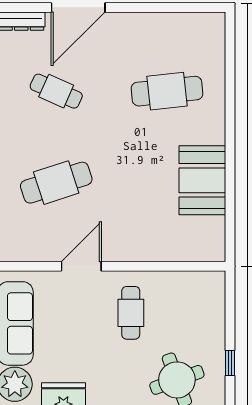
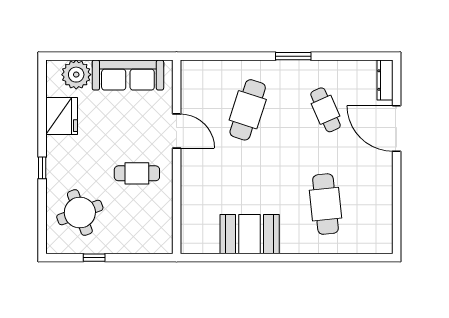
cafe table: (56, 91) -> (326, 110), turned -48
cafe table: (56, 183) -> (248, 110), turned 36

